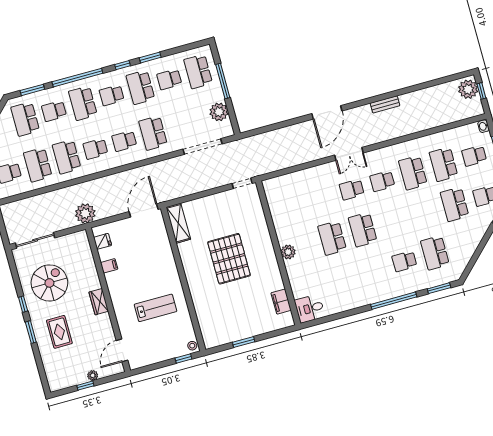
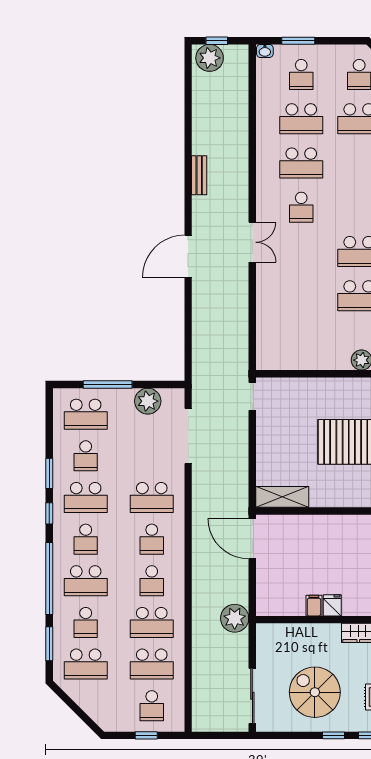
door: (327, 112) -> (188, 256), swing flipped
school desk: (352, 190) -> (301, 252), removed
fridge: (103, 241) -> (332, 605), moved

